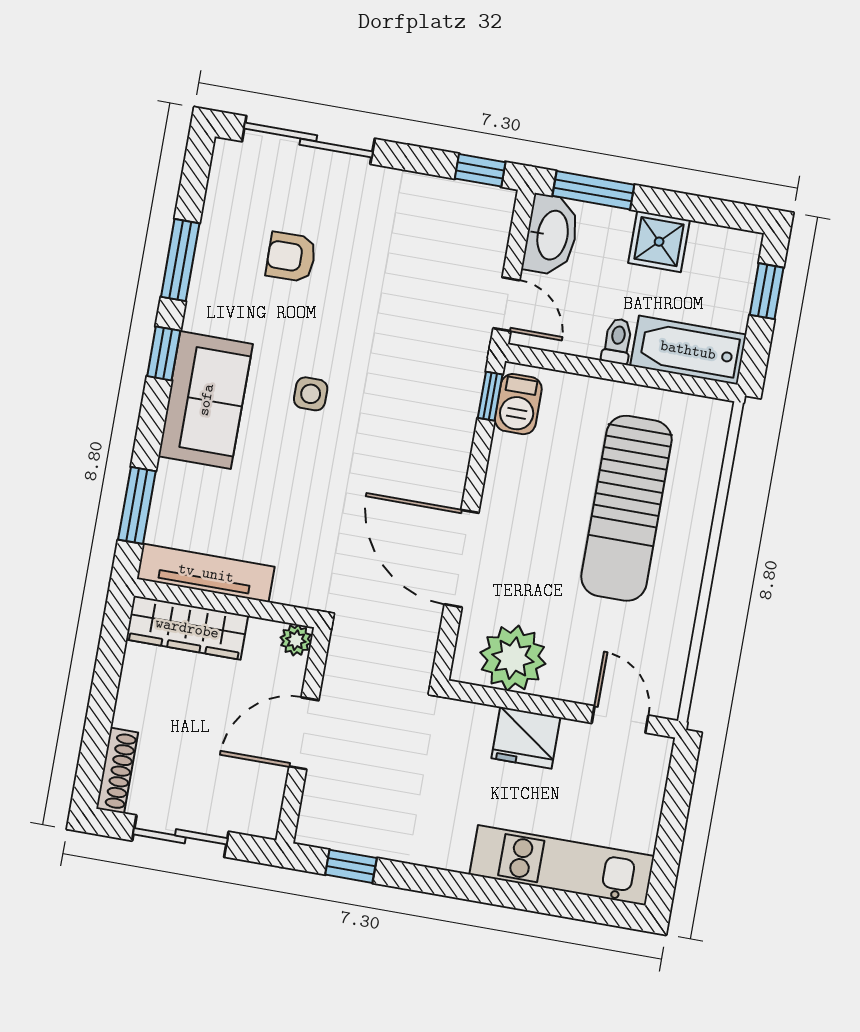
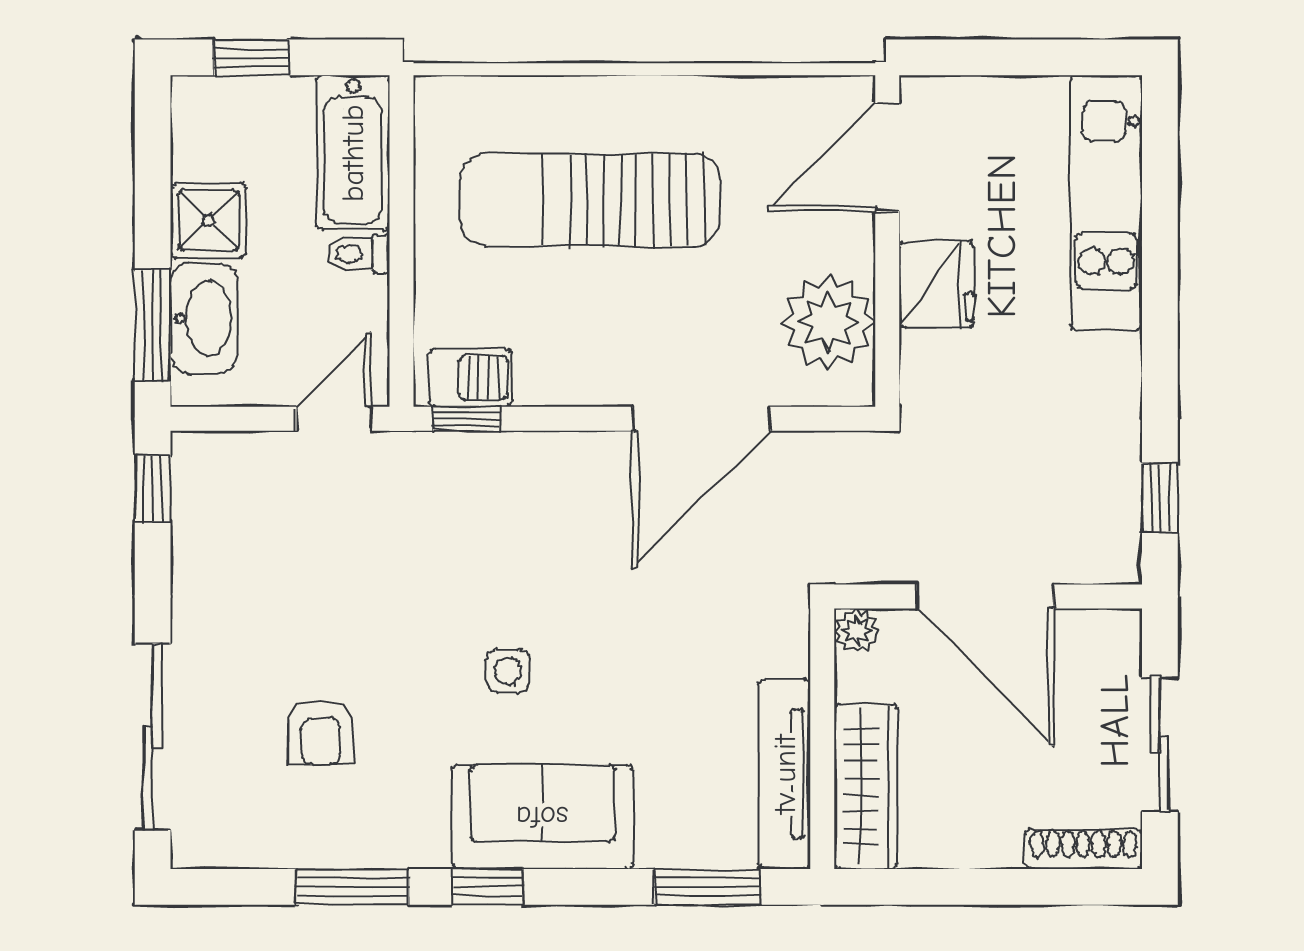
washbasin: (551, 235) -> (204, 318), moved, turned 90
sun lounger: (626, 508) -> (590, 200), turned 180
door: (620, 719) -> (887, 157), width x1.38
door: (304, 733) -> (985, 597), width x1.36

